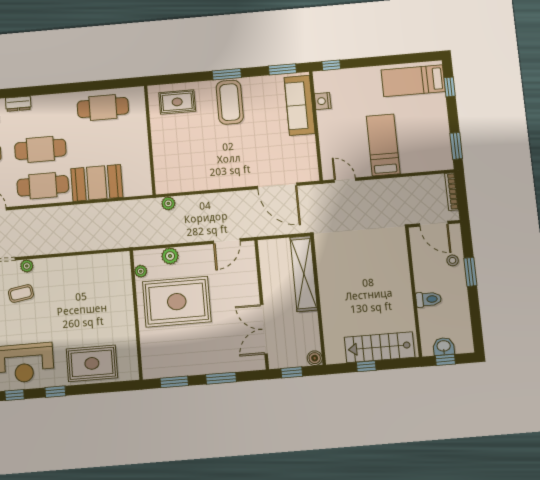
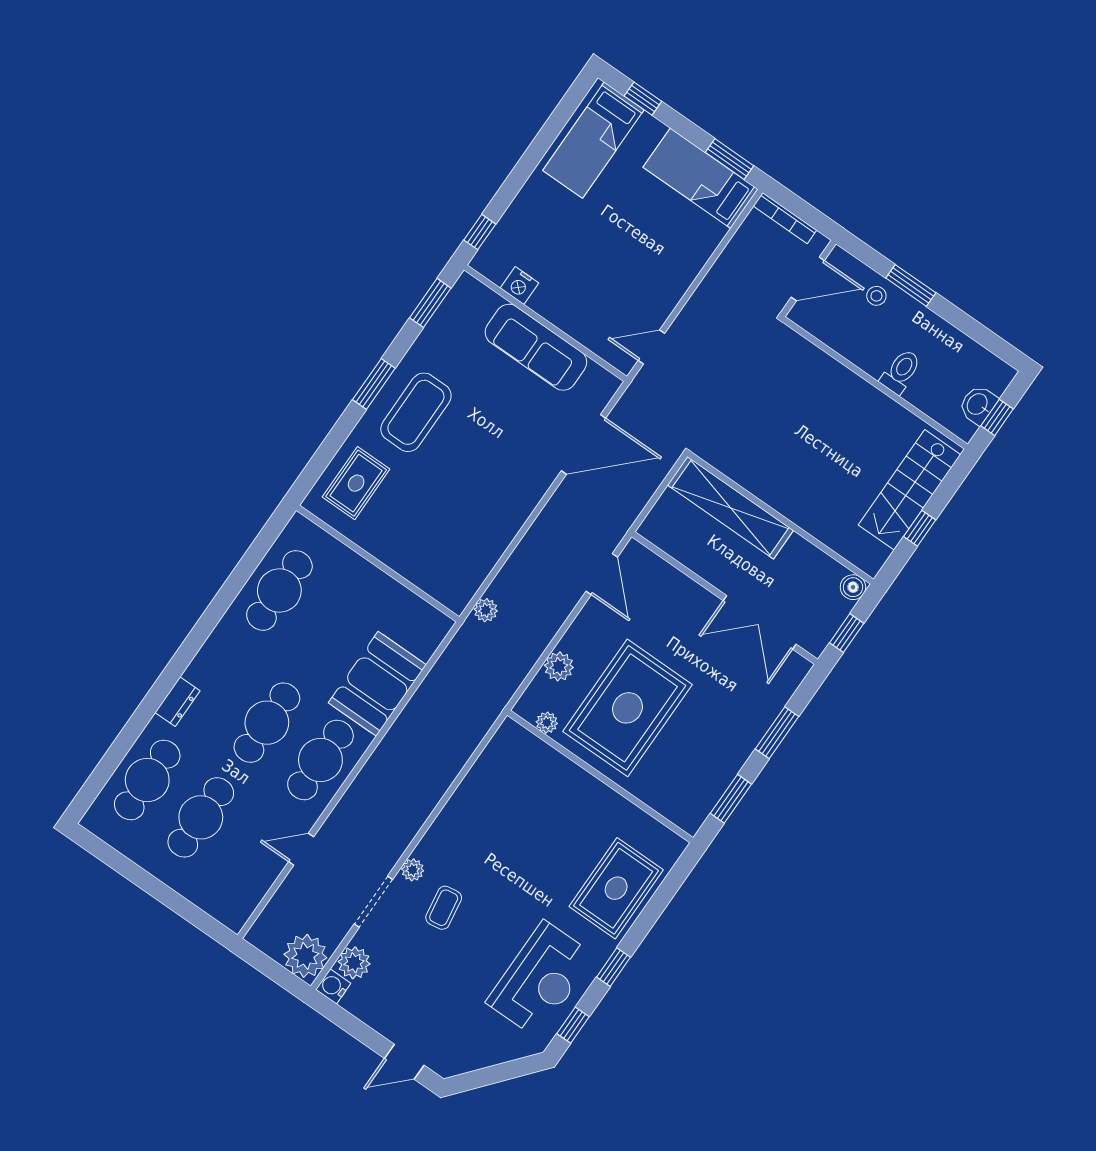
coffee table: (230, 102) -> (416, 412), turned 90
sofa: (300, 105) -> (536, 347), moved
bed: (383, 145) -> (701, 178), moved

